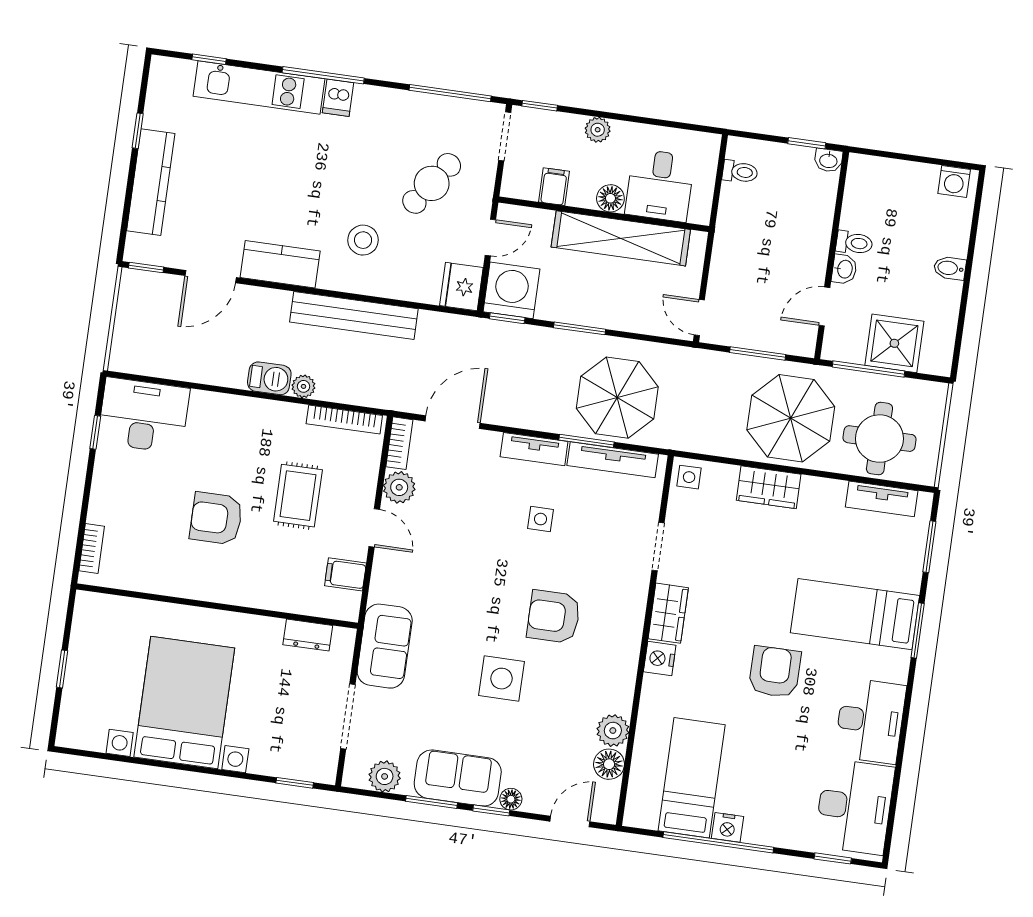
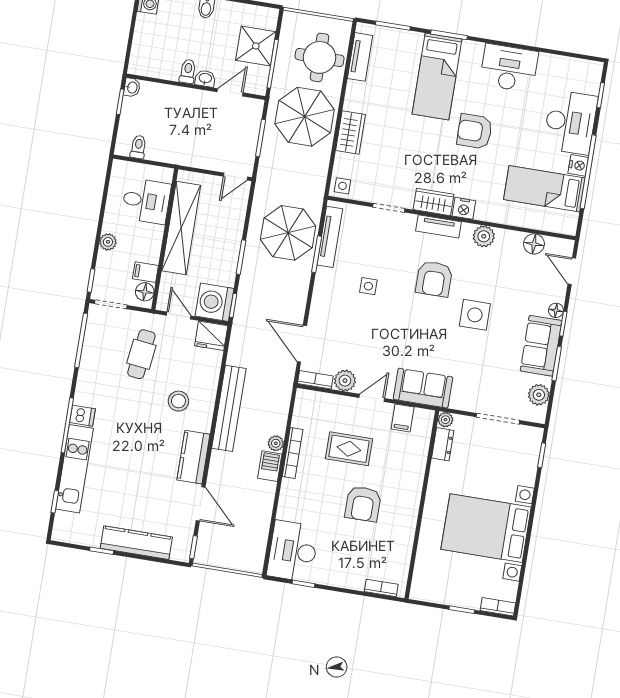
cafe table: (432, 183) -> (141, 354), turned 62
floor lamp: (610, 198) -> (145, 292), moved
door: (824, 307) -> (230, 92), swing flipped
bookcase: (344, 420) -> (293, 453), moved
tv unit: (534, 449) -> (439, 226), moved, turned 90
plant: (344, 638) -> (445, 420), added
sofa: (385, 646) -> (423, 388), moved
bookcase: (68, 723) -> (498, 607), added
plant: (613, 731) -> (484, 236), moved
desk: (854, 807) -> (570, 122), moved, turned 90

